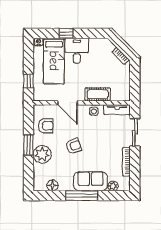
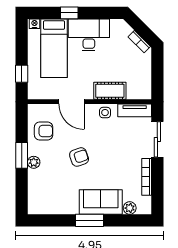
desk: (77, 51) -> (89, 35), width x1.37
plant: (42, 154) -> (34, 162), width x0.53, depth x0.53
floor lamp: (52, 185) -> (52, 207), removed
window: (82, 196) -> (90, 220), width x0.69

